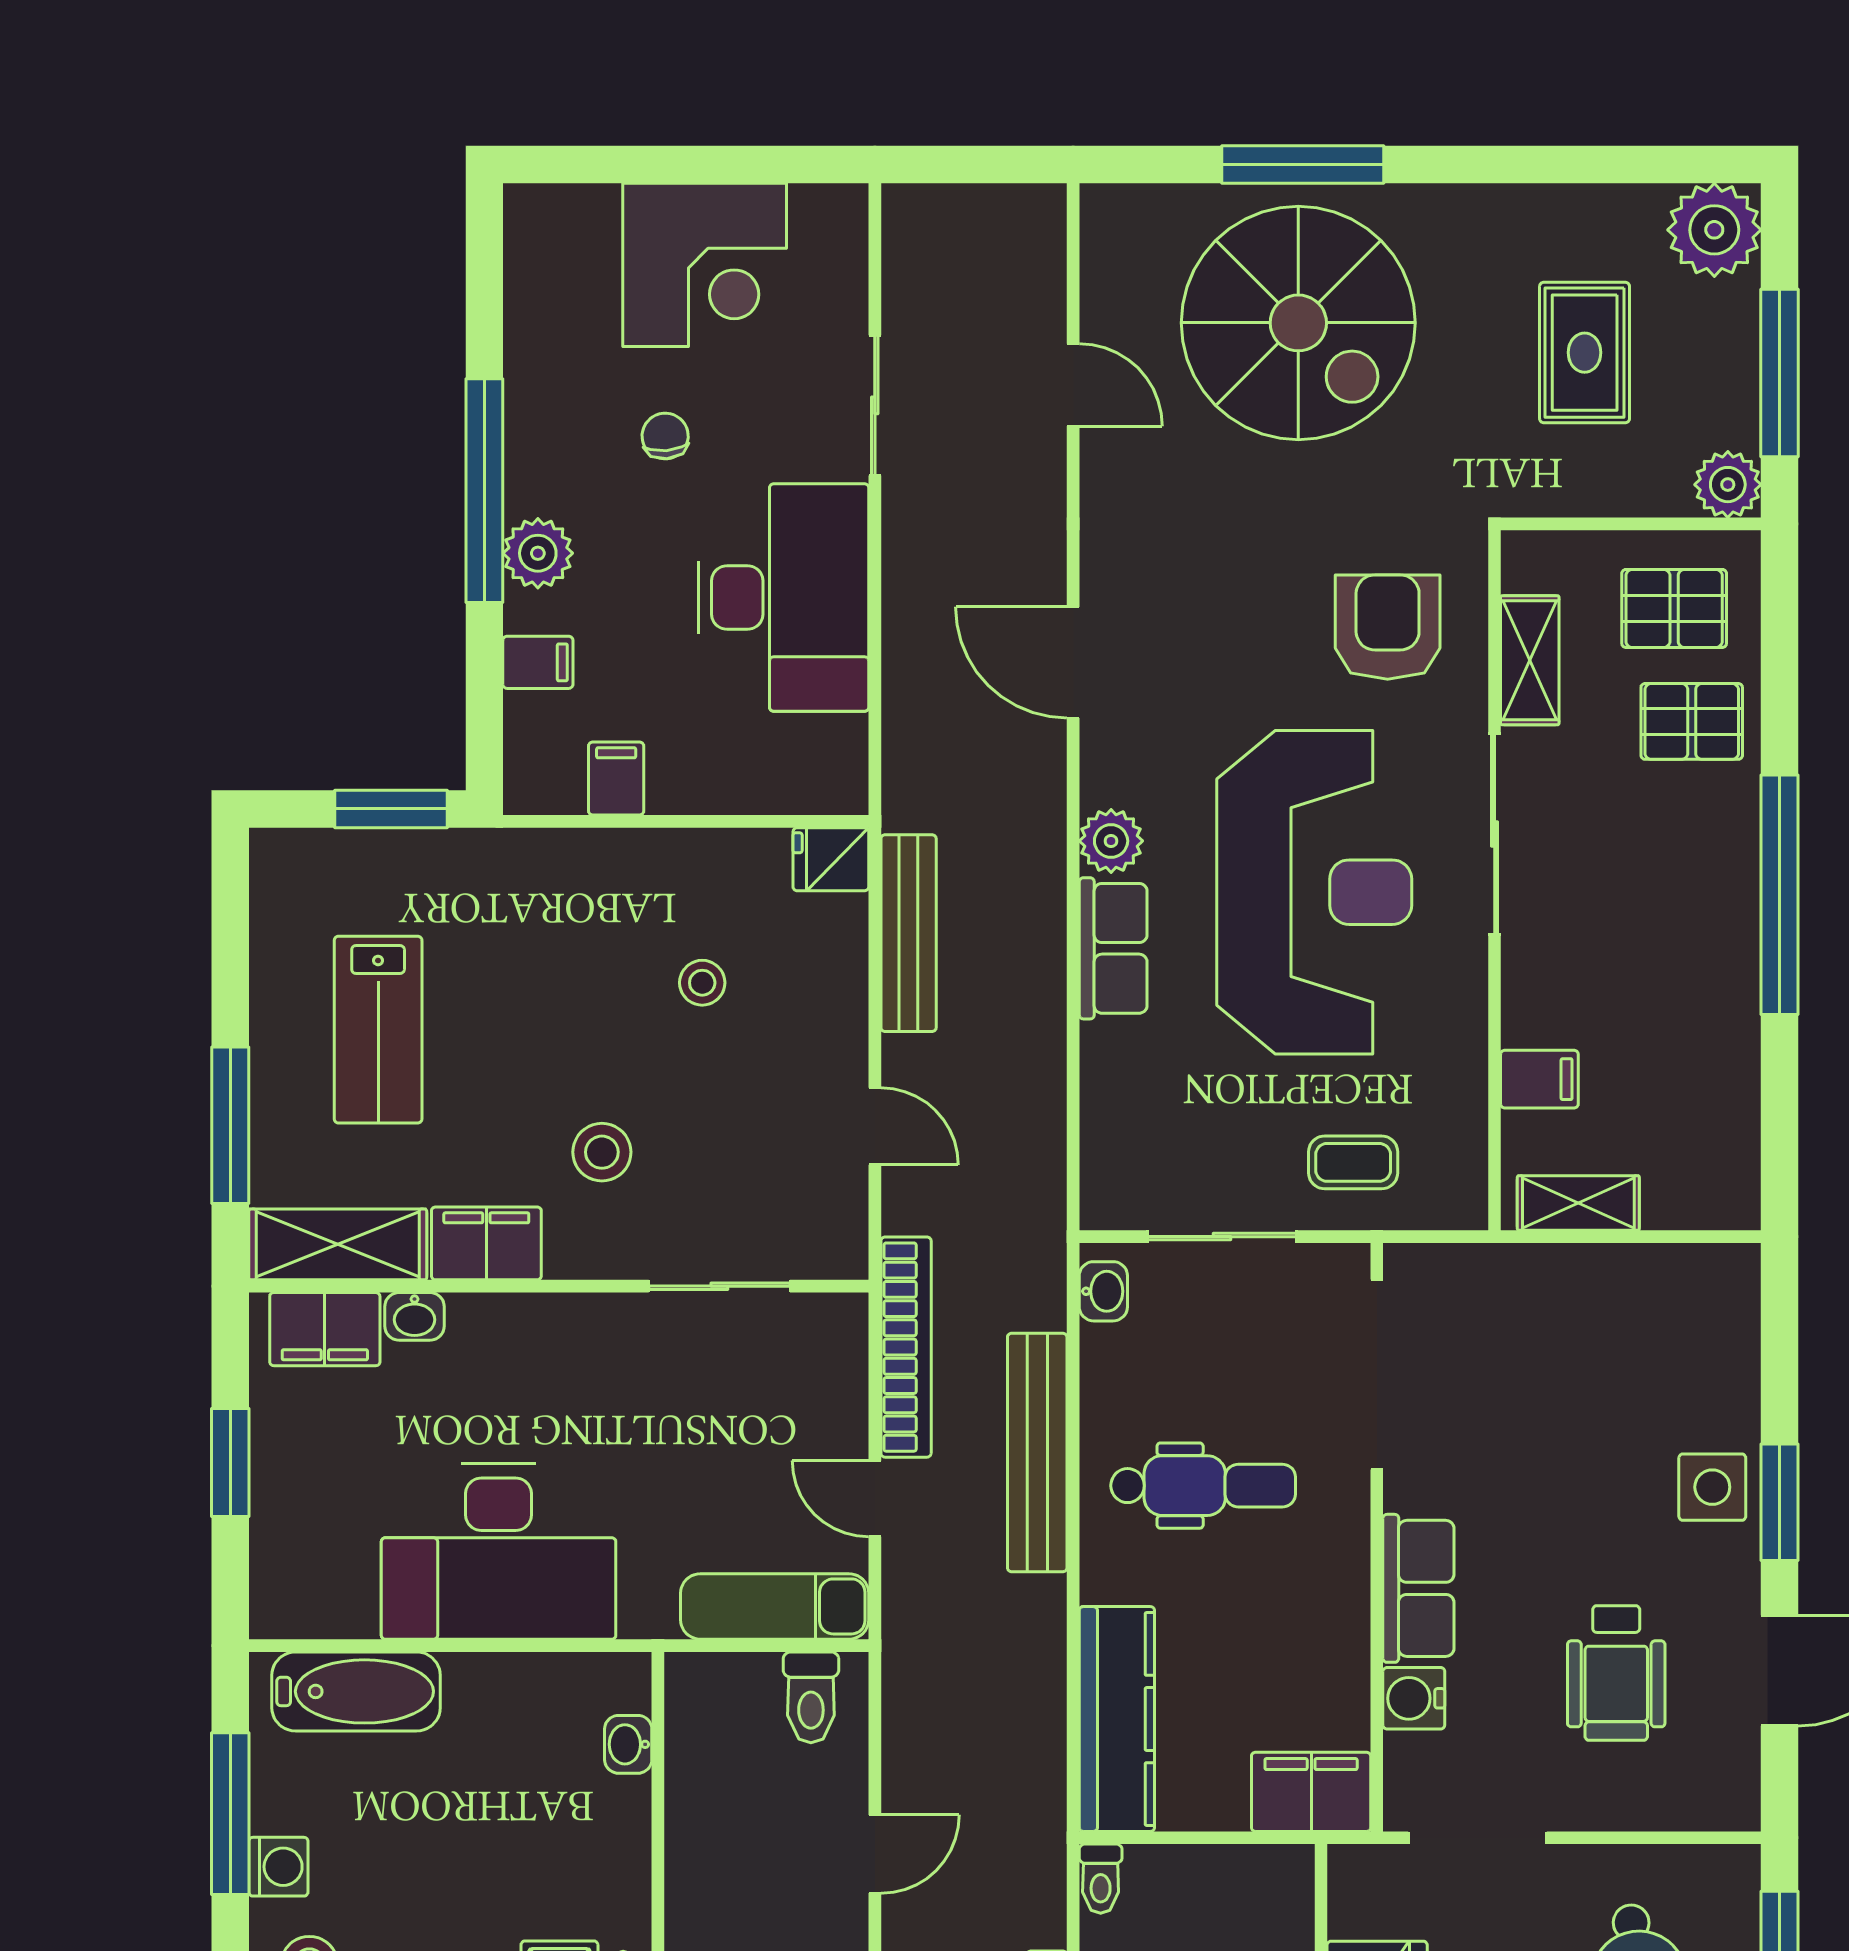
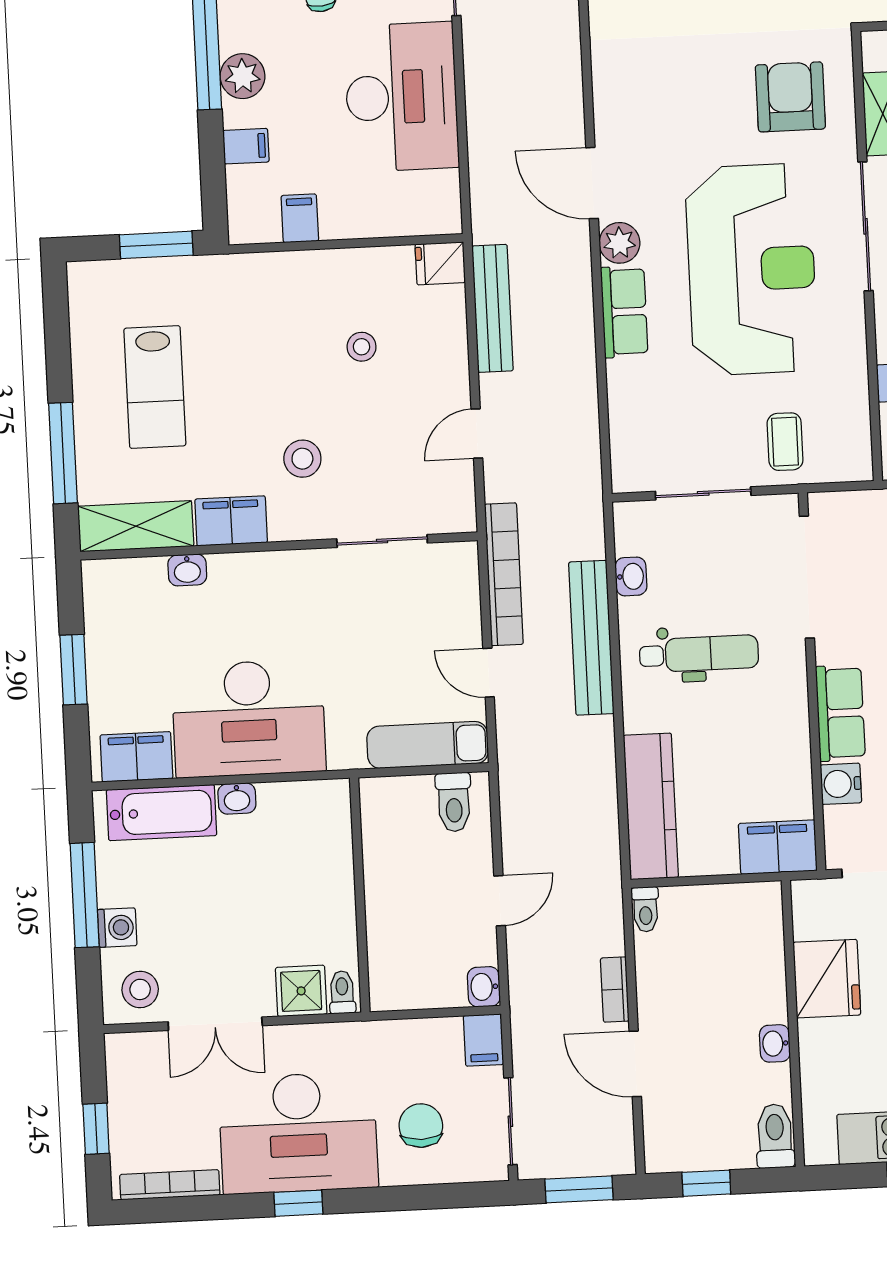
door: (1073, 663) -> (592, 183), moved
door: (875, 1126) -> (477, 433), swing flipped
coffee table: (1353, 1162) -> (785, 442), turned 90
washbasin: (1103, 1291) -> (631, 576), moved
filing cabinet: (325, 1329) -> (136, 757), moved, turned 180
washbasin: (628, 1744) -> (237, 799), moved, turned -90

